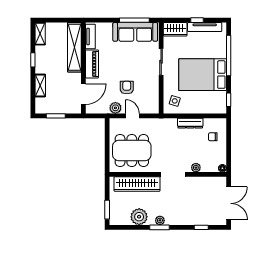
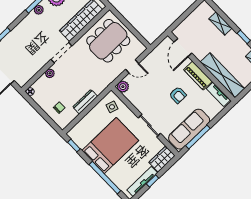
armchair: (127, 87) -> (178, 95), moved
plant: (115, 108) -> (123, 87), moved
window: (56, 116) -> (188, 12), removed

